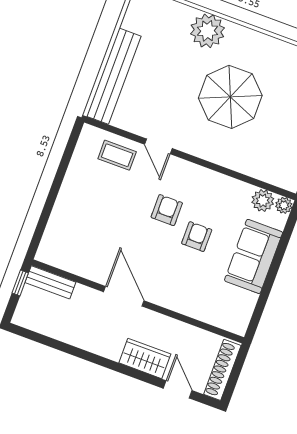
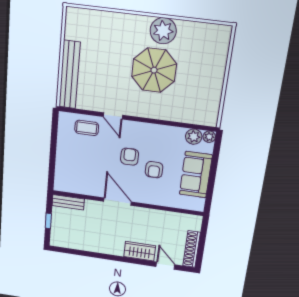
plant: (207, 31) -> (163, 31), moved
armchair: (197, 237) -> (154, 170), turned 180
bench: (50, 282) -> (68, 202), moved
door: (124, 296) -> (118, 202), moved
wall: (138, 301) -> (127, 203), moved

